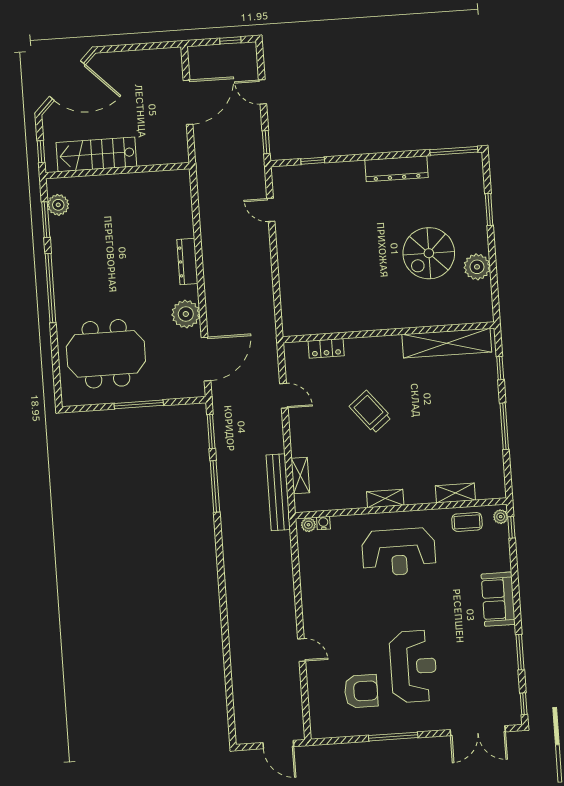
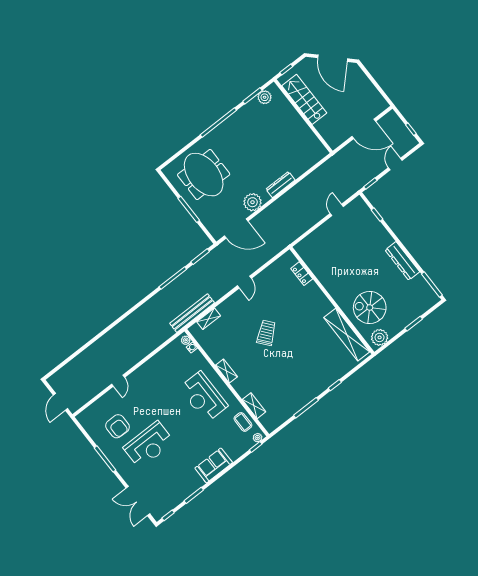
wall: (389, 332) -> (332, 301), moved
shelving: (447, 343) -> (347, 335), moved
locker: (326, 348) -> (302, 274), moved

